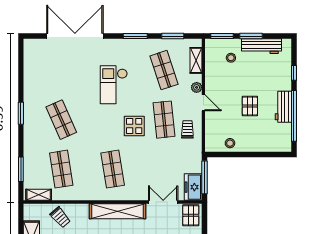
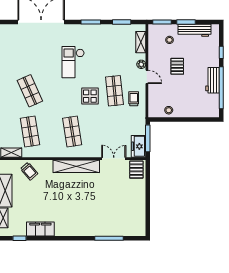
shop shelf: (164, 70) -> (114, 50), removed
pallet: (250, 106) -> (177, 66), moved

